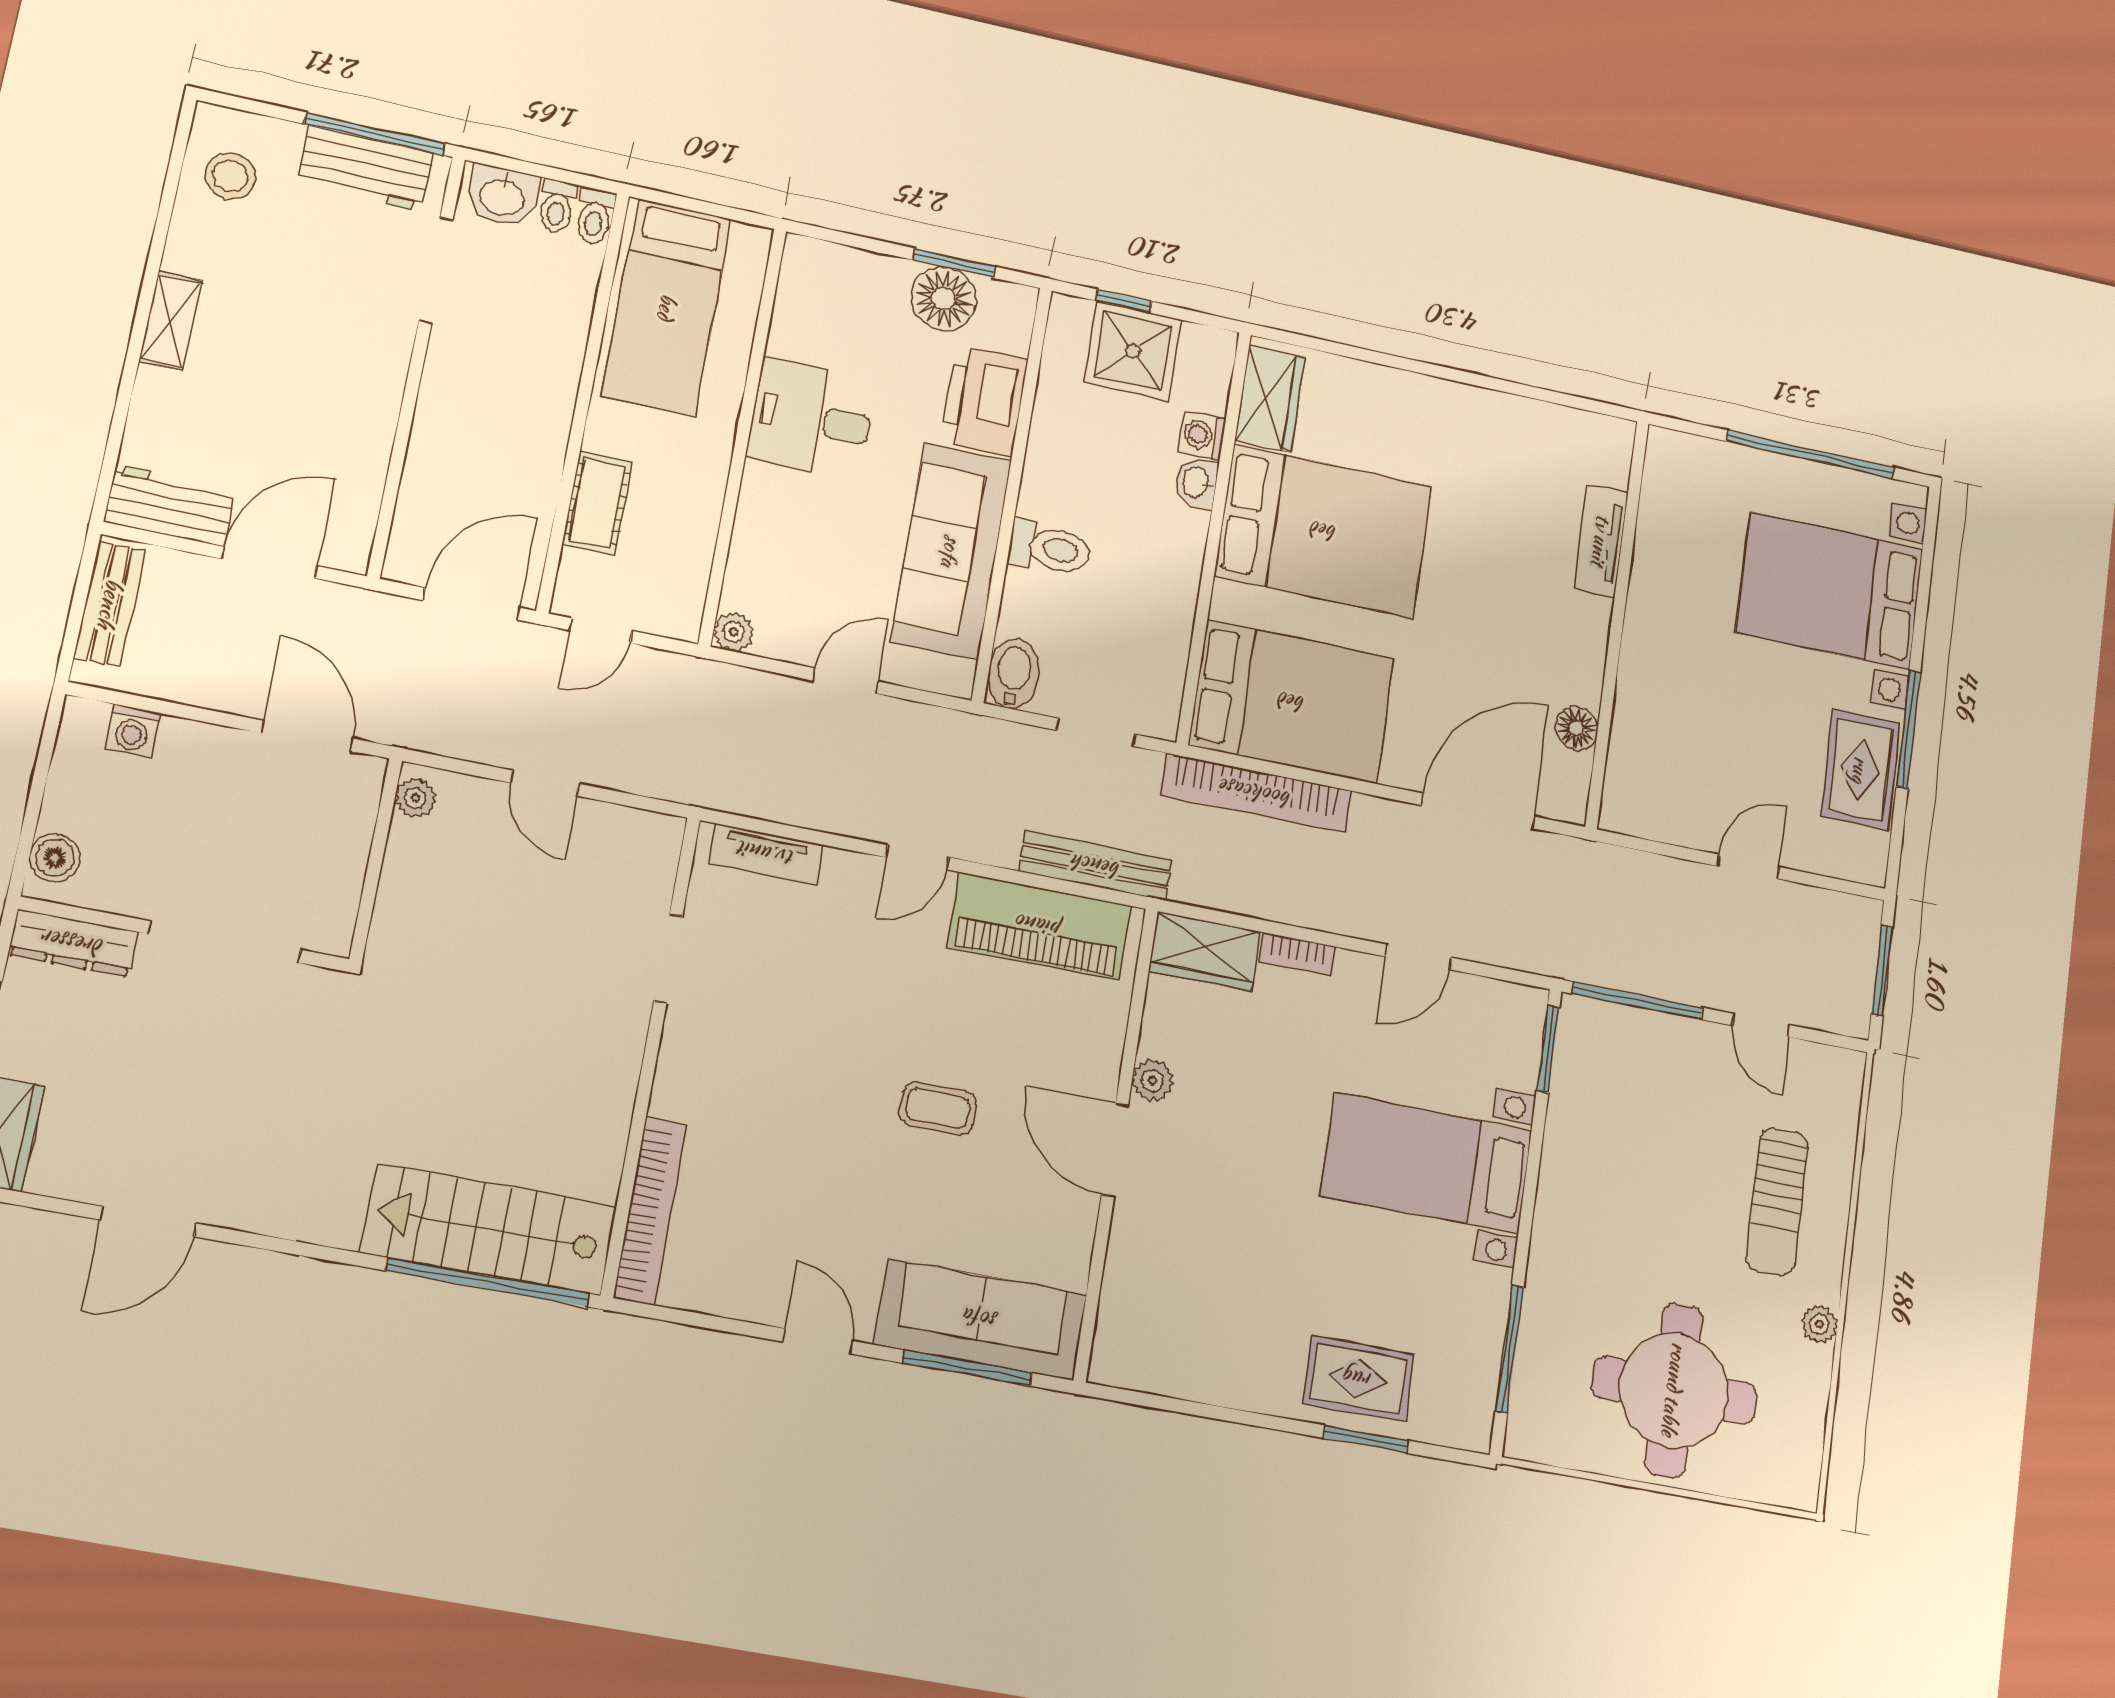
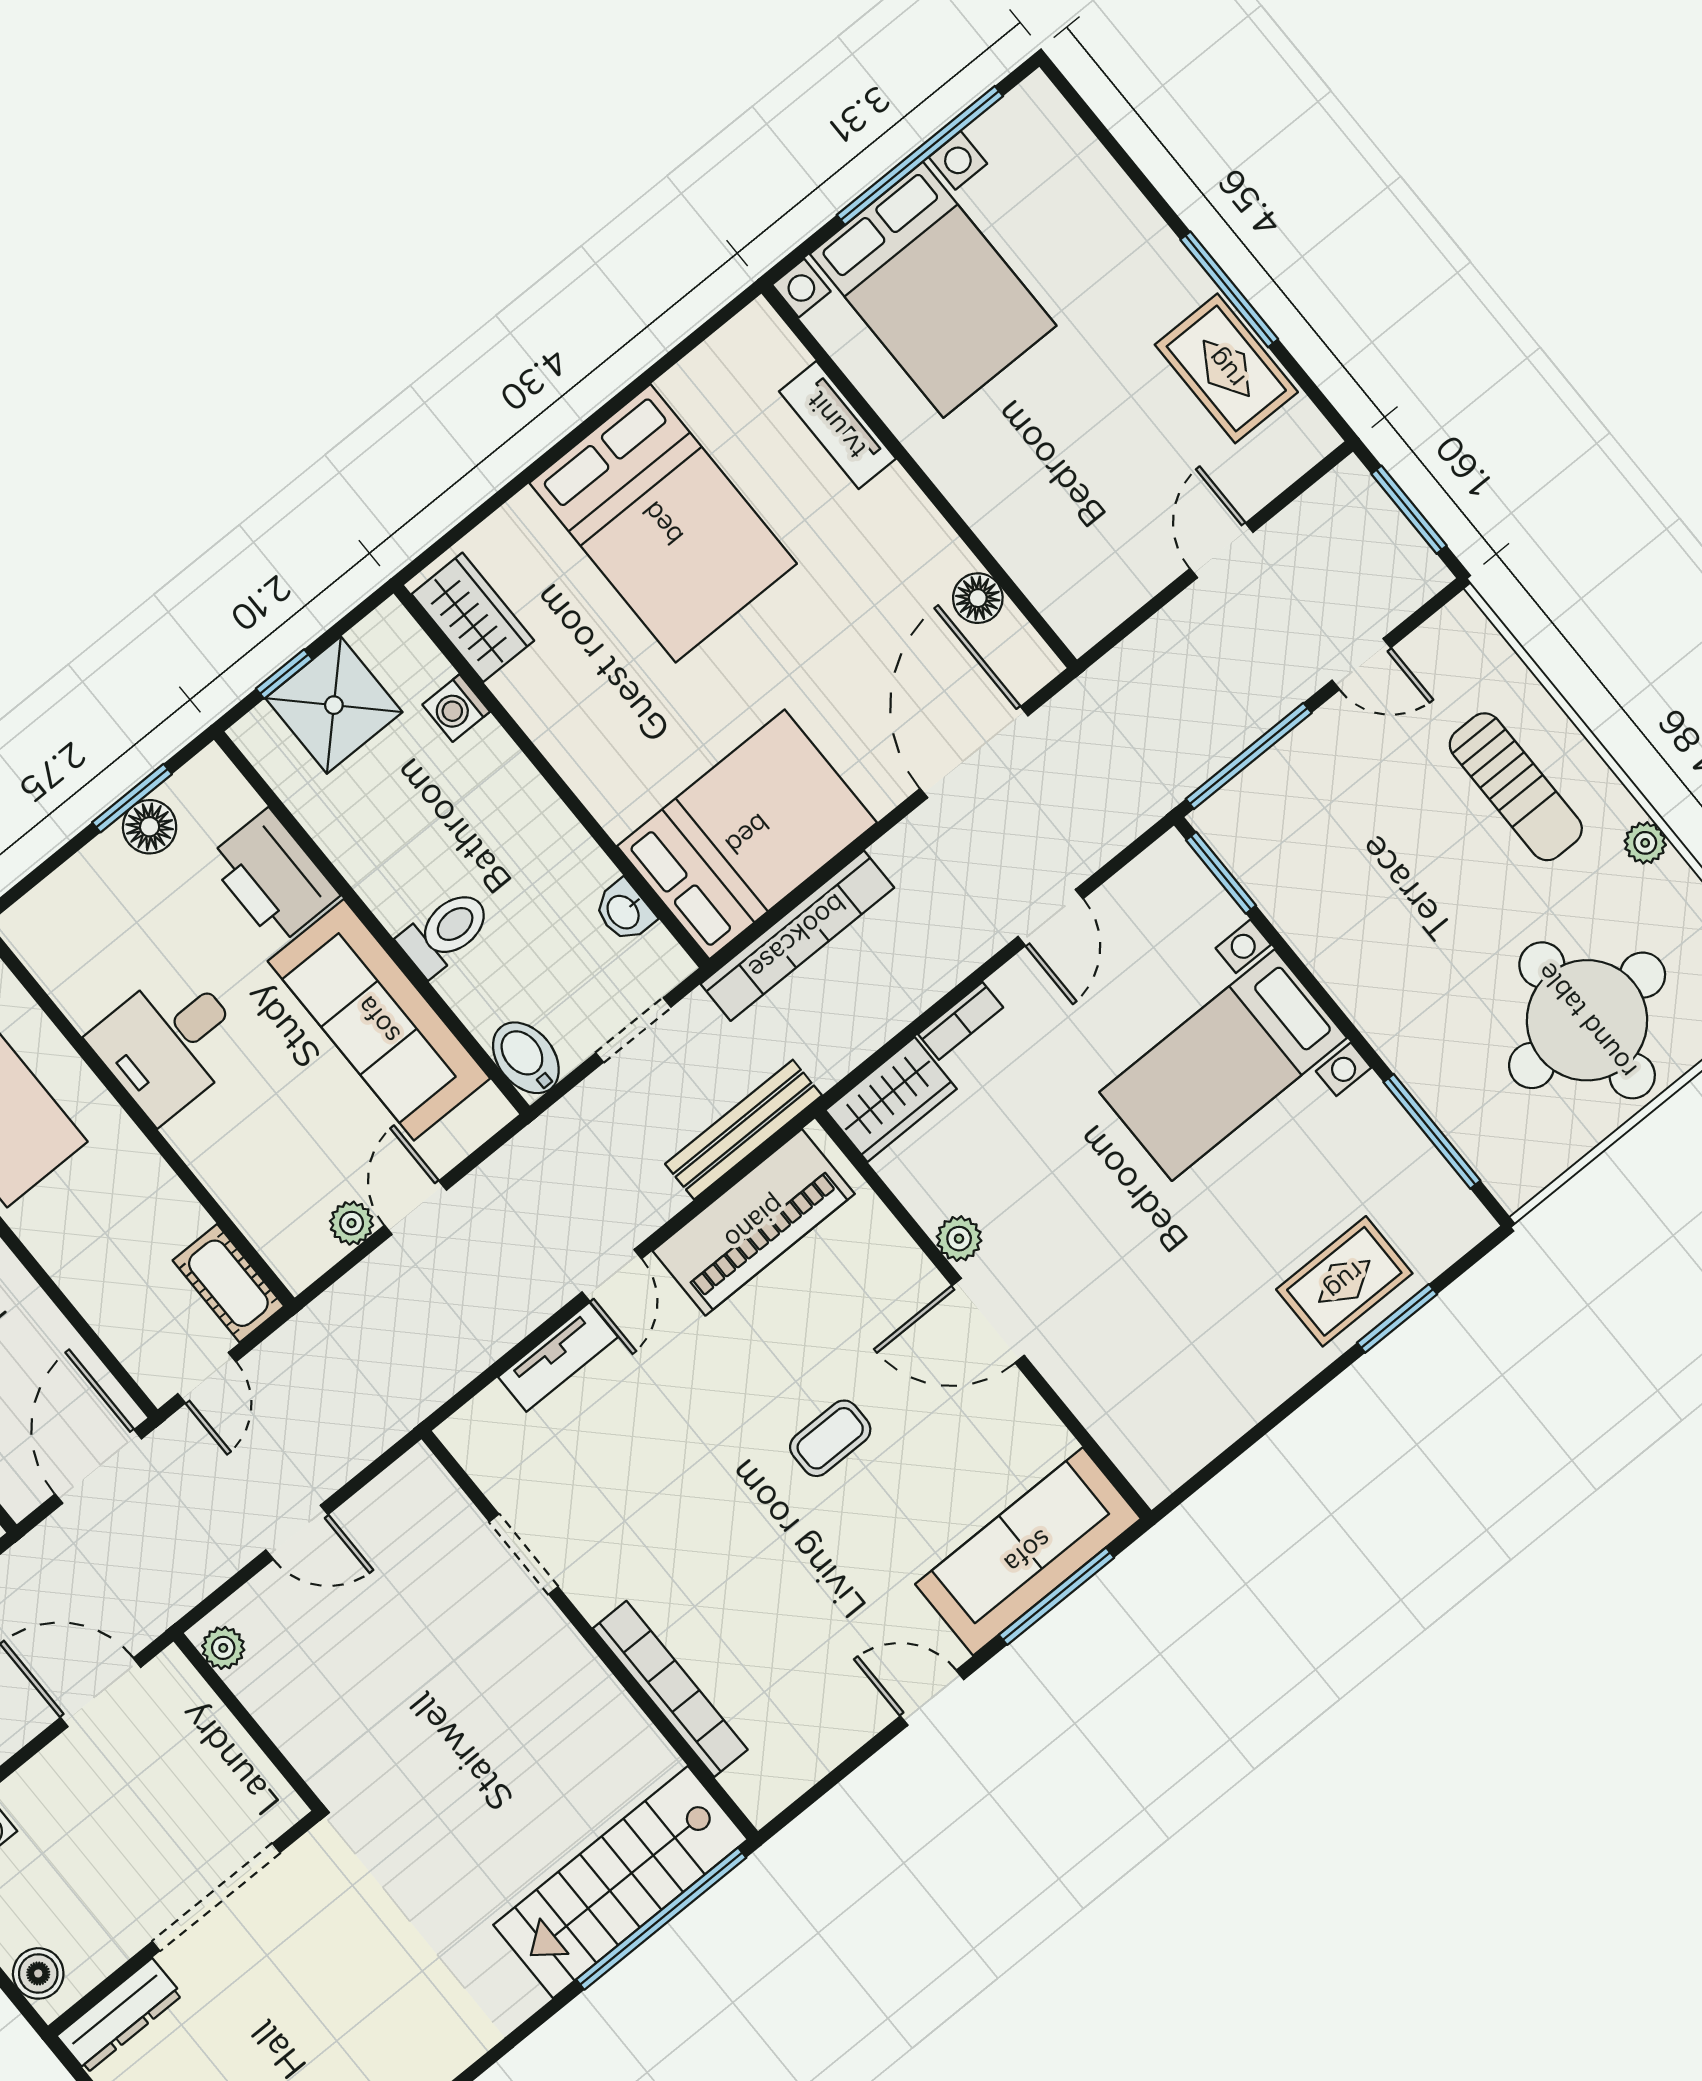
floor lamp: (944, 298) -> (150, 827), width x0.73, depth x0.73
washbasin: (1196, 483) -> (624, 911), moved
cot: (597, 503) -> (228, 1283), moved
bed: (1324, 531) -> (663, 523), moved, turned 90
bed with nightstands: (1830, 591) -> (933, 290), moved, turned -90
plant: (734, 632) -> (352, 1223), moved
tv unit: (766, 854) -> (558, 1357), moved
bookcase: (650, 1211) -> (670, 1689), moved

